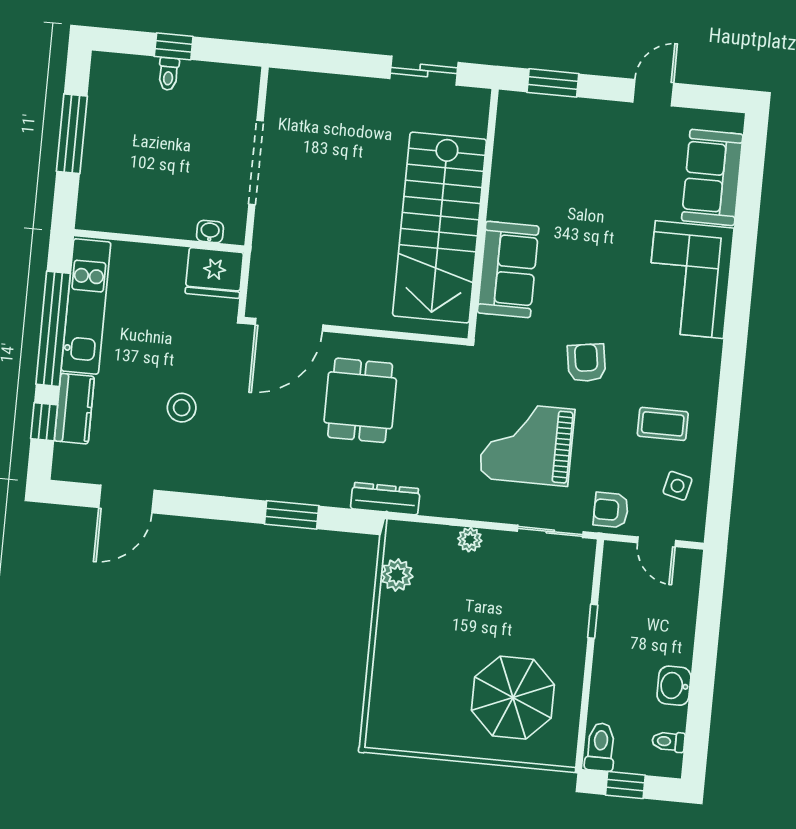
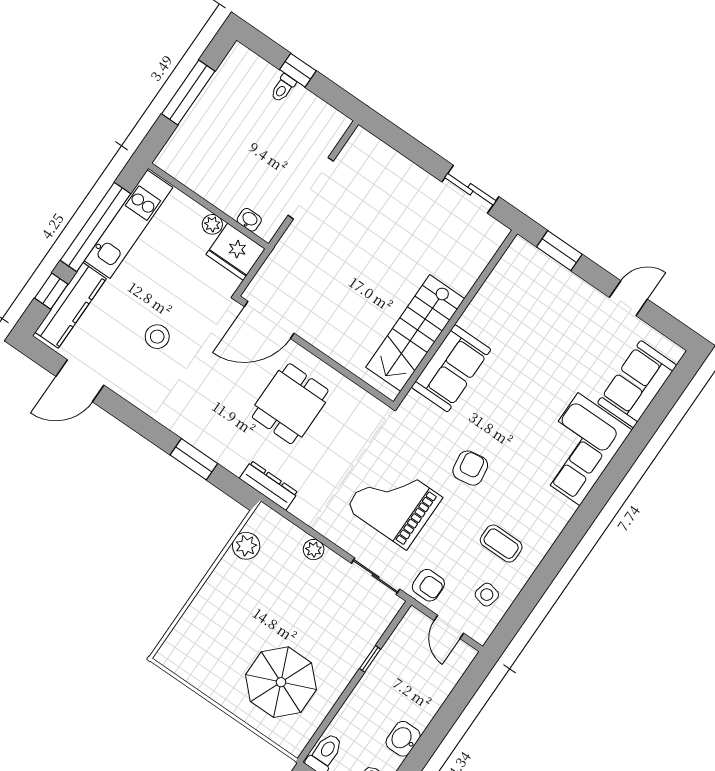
stairs: (440, 228) -> (415, 333), width x0.73, depth x0.66
plant: (174, 258) -> (212, 224), added
kitchen counter: (74, 409) -> (71, 305), width x1.50
armchair: (611, 510) -> (428, 585), turned 180

